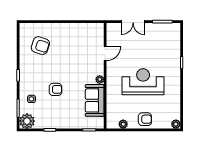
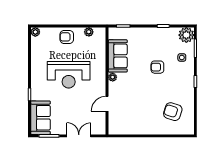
sofa: (171, 40) -> (41, 118), added

